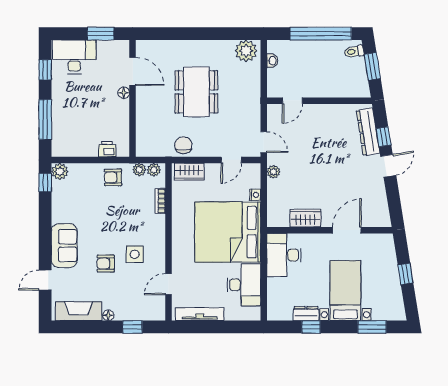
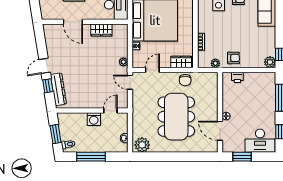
window: (321, 34) -> (91, 157), width x0.68
washing machine: (316, 88) -> (94, 119), added
dining table: (196, 92) -> (176, 117), width x1.36, depth x1.24
plant: (154, 170) -> (205, 63), removed
door: (347, 230) -> (73, 22), hinge flipped

